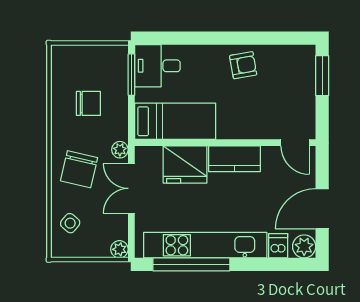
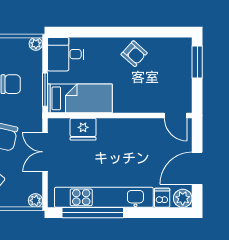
armchair: (243, 65) -> (134, 54), turned 52
window: (131, 75) -> (45, 90), moved
plant: (120, 150) -> (36, 44), moved
kitchen counter: (234, 159) -> (127, 128), removed
fridge: (185, 164) -> (83, 129), width x0.73, depth x0.75

